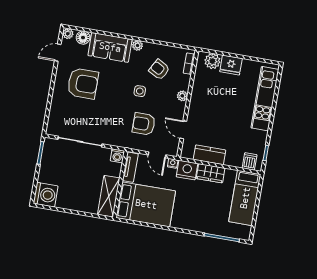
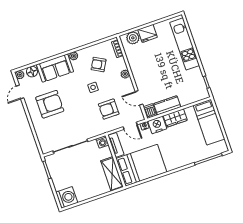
dishwasher: (250, 161) -> (150, 111), moved

